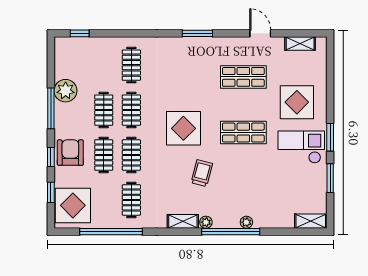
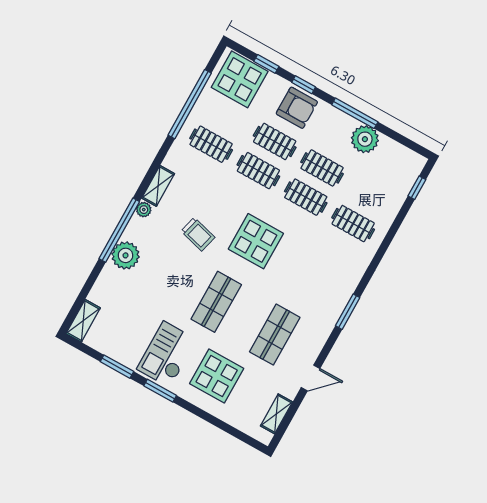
checkout: (301, 147) -> (167, 354), turned 180
plant: (246, 222) -> (126, 255), width x1.88, depth x1.88

